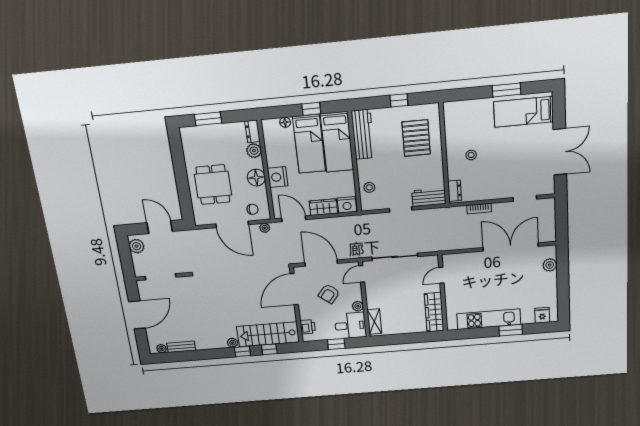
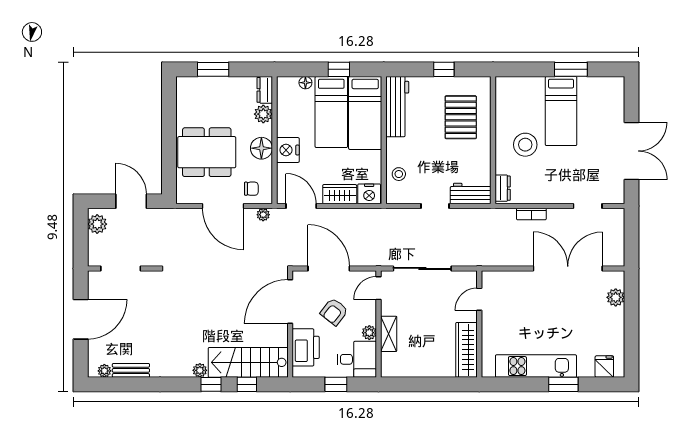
bed: (524, 112) -> (561, 111), moved, turned -90
stool: (471, 155) -> (525, 145), width x1.89, depth x1.89
dining table: (213, 185) -> (207, 152), width x1.37
shelving: (374, 322) -> (389, 334), moved
printer: (308, 327) -> (306, 347), width x1.87, depth x1.48

